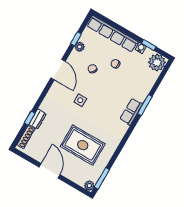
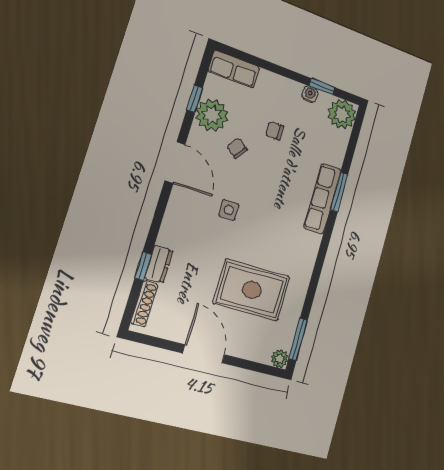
row of seats: (112, 34) -> (234, 69), width x0.50
plant: (80, 47) -> (212, 115), width x1.87, depth x1.87
row of seats: (131, 112) -> (323, 199), width x1.48

